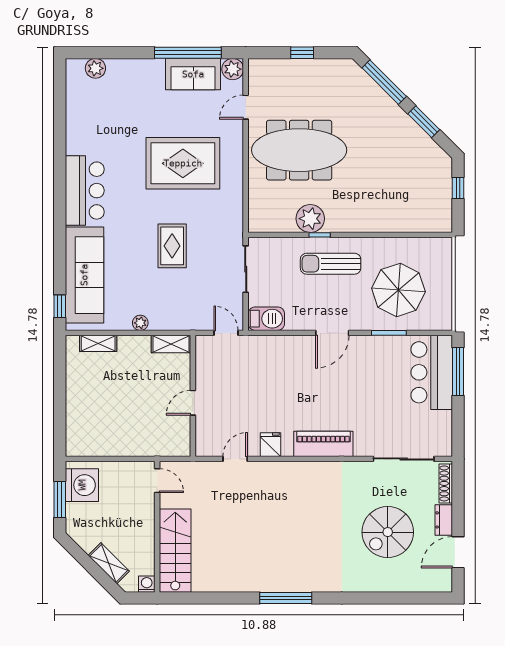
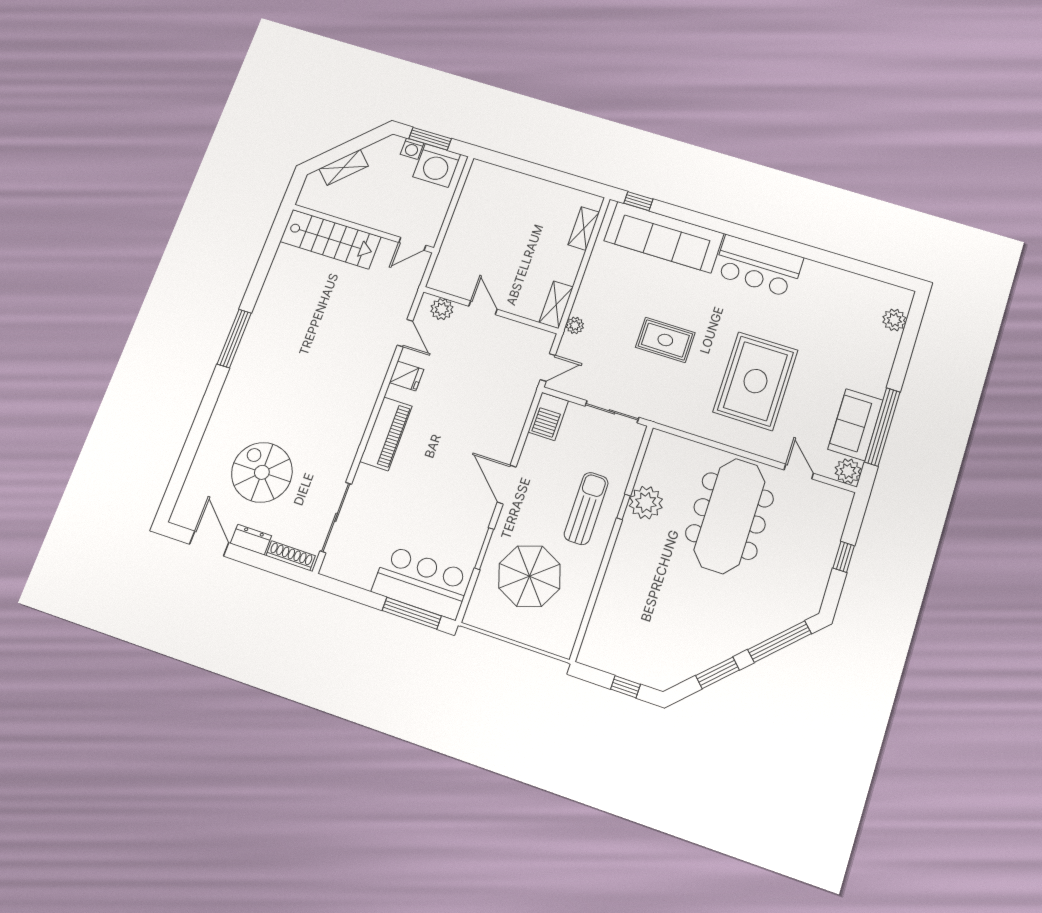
plant: (140, 323) -> (575, 325), moved
plant: (205, 436) -> (442, 309), added
washing machine: (147, 584) -> (412, 149), moved, turned 90

